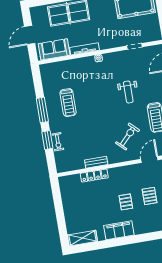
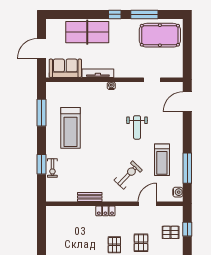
treadmill: (68, 103) -> (70, 128), width x1.37, depth x1.38
window: (42, 110) -> (42, 113), moved
locker: (94, 176) -> (105, 211), moved, width x0.66

